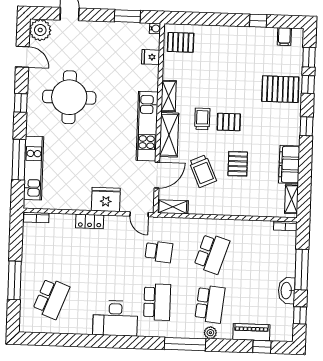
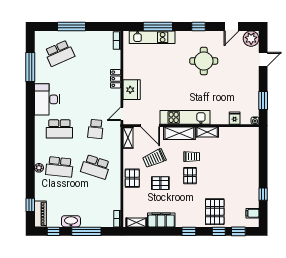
pallet: (181, 42) -> (132, 178), moved
round table: (69, 97) -> (204, 61), width x0.73, depth x0.73
school desk: (51, 298) -> (59, 53), turned -45
piano: (251, 332) -> (40, 214), moved
window: (185, 344) -> (30, 67), moved

